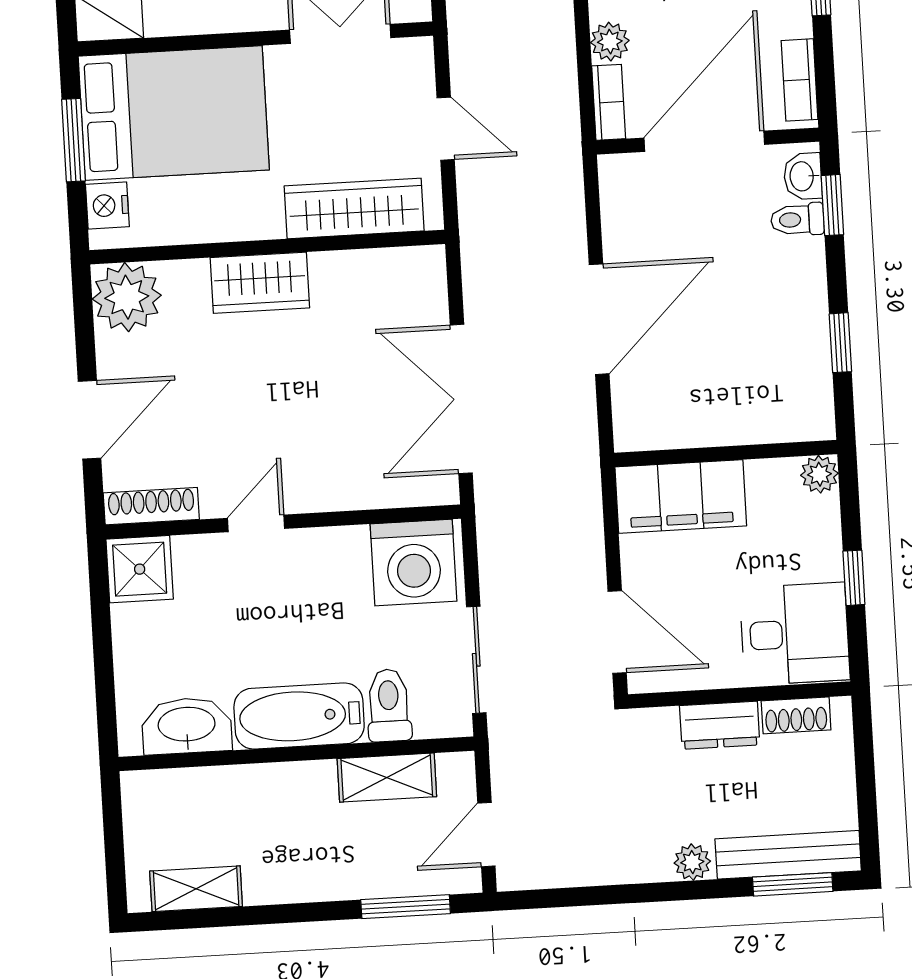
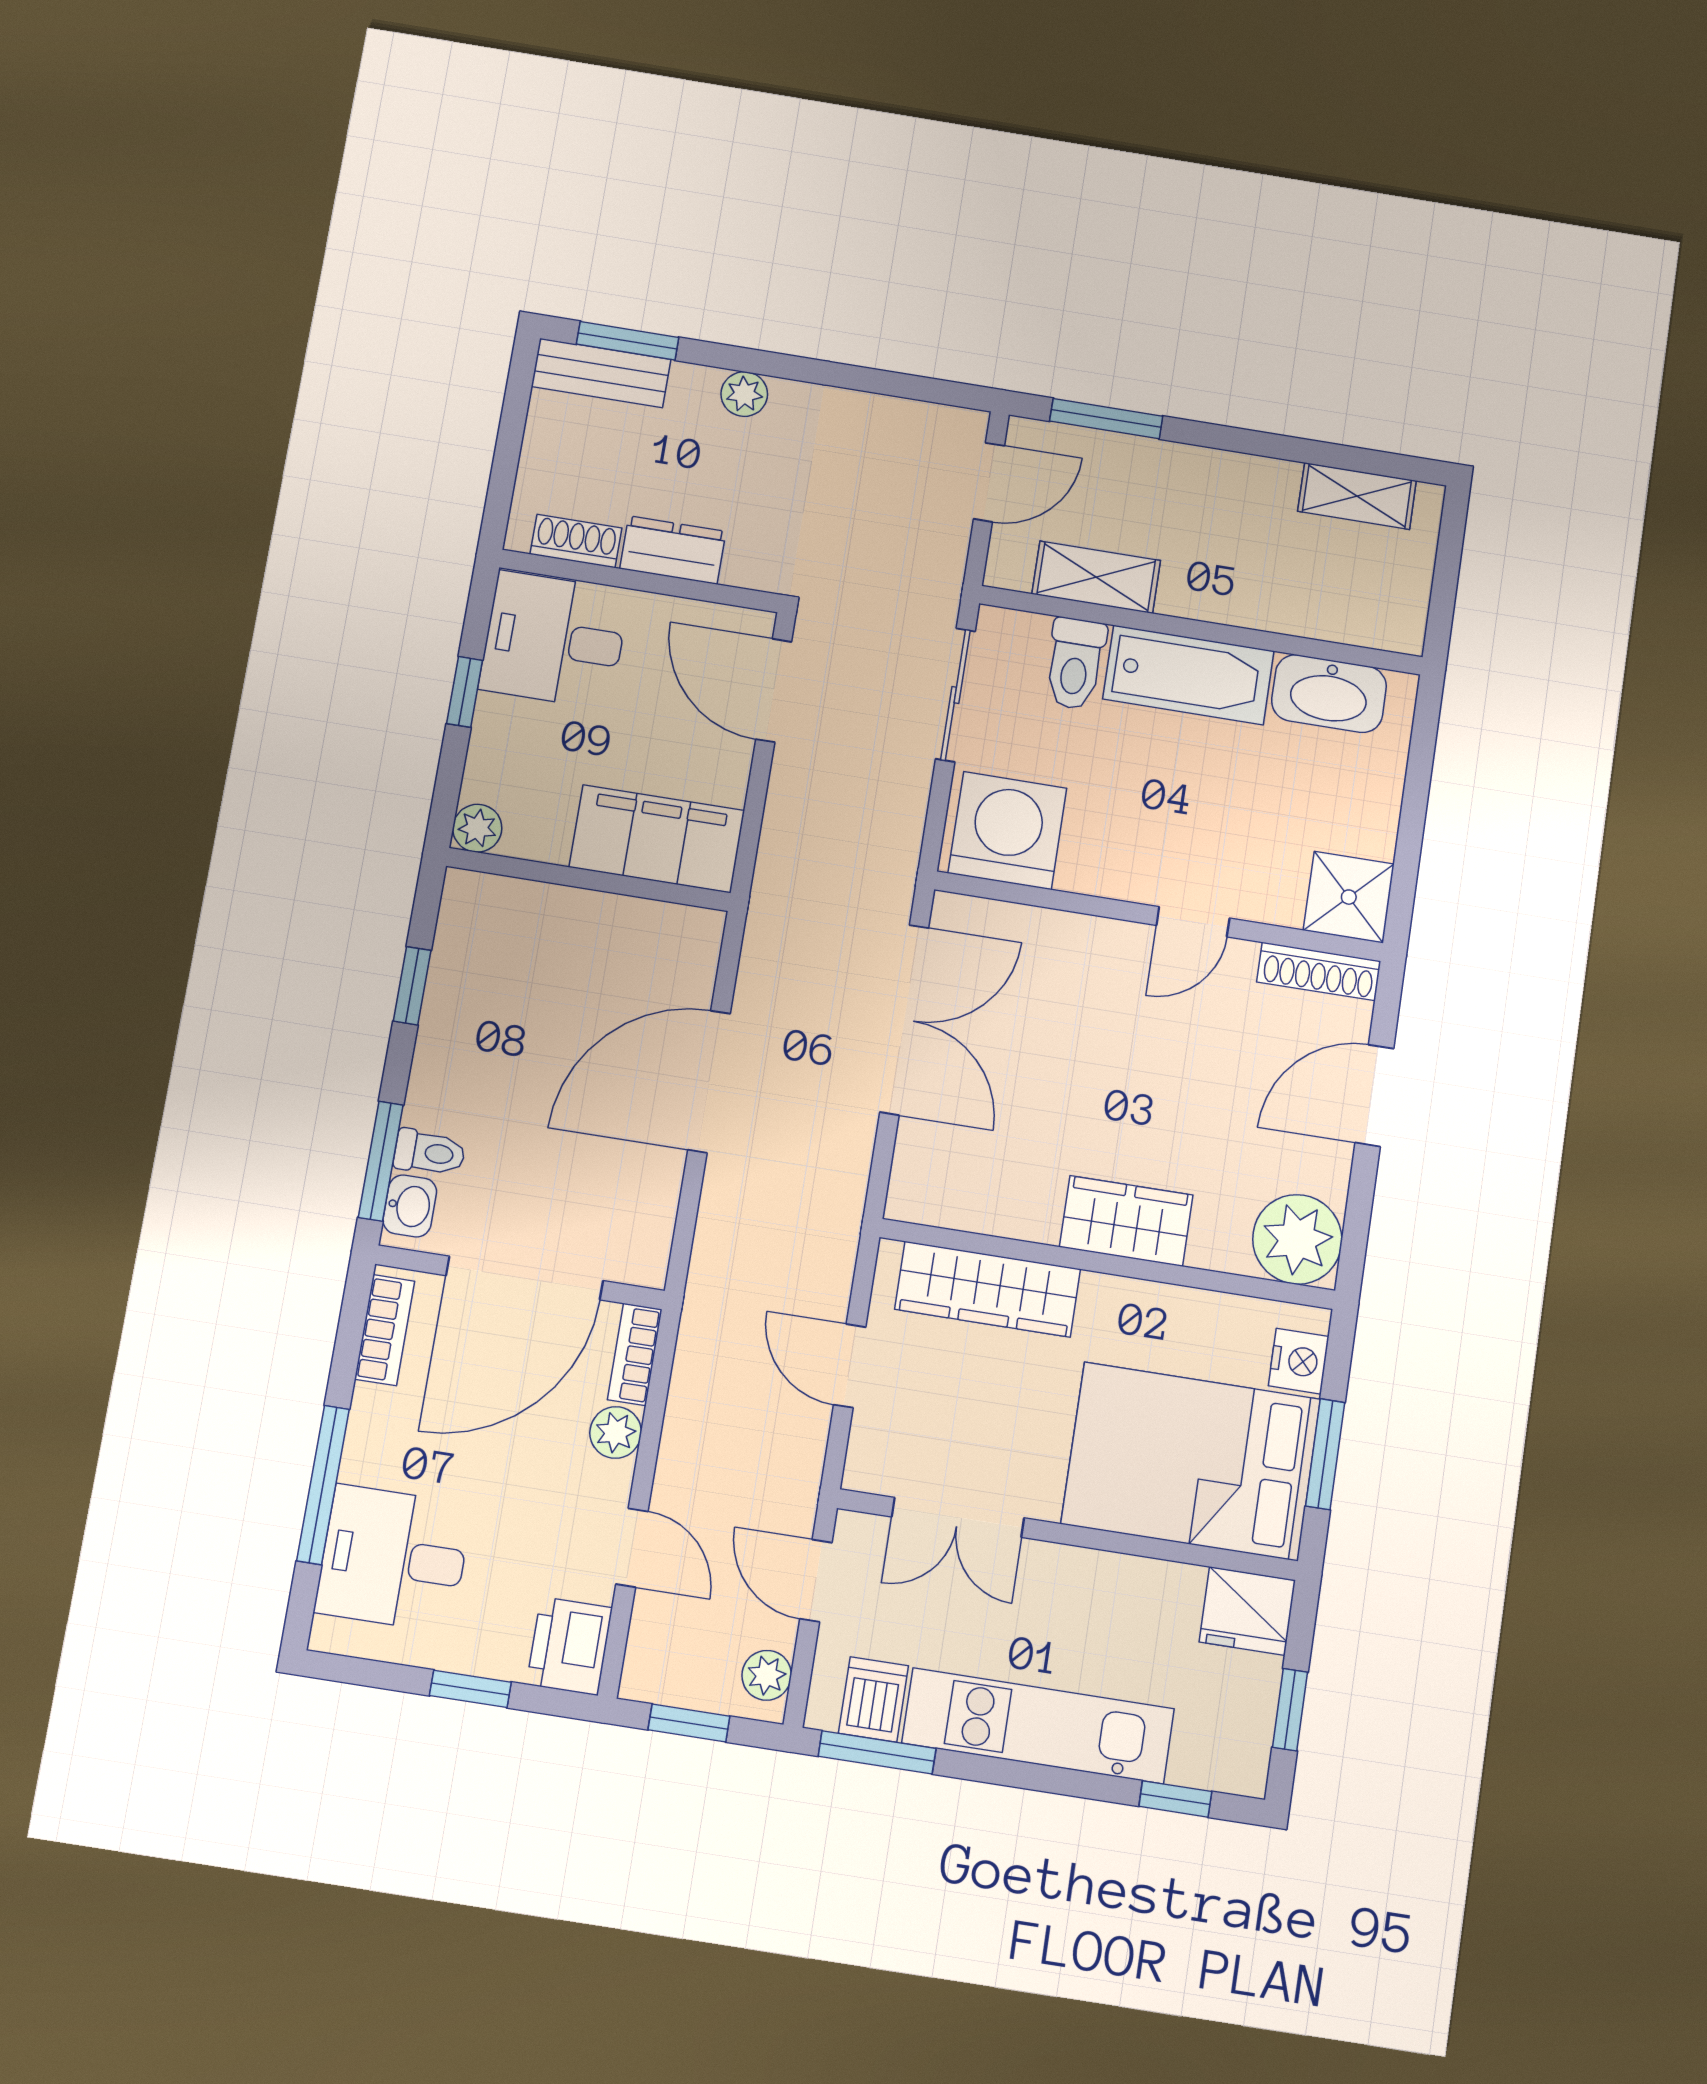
window: (832, 205) -> (381, 1161), width x1.50
bench: (788, 855) -> (601, 373), width x0.73

